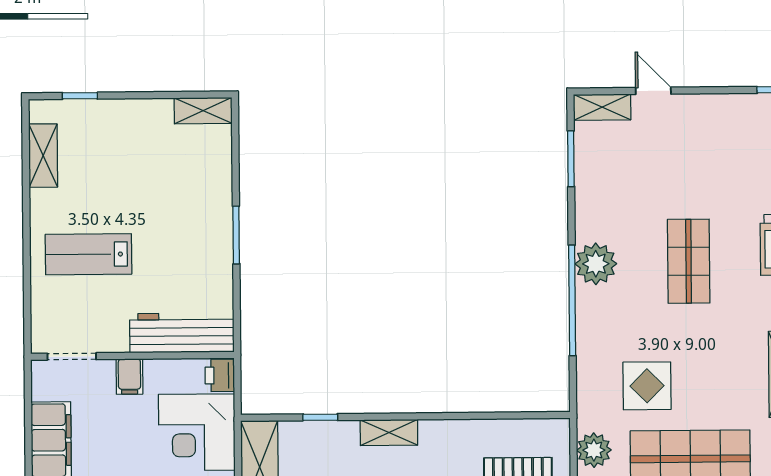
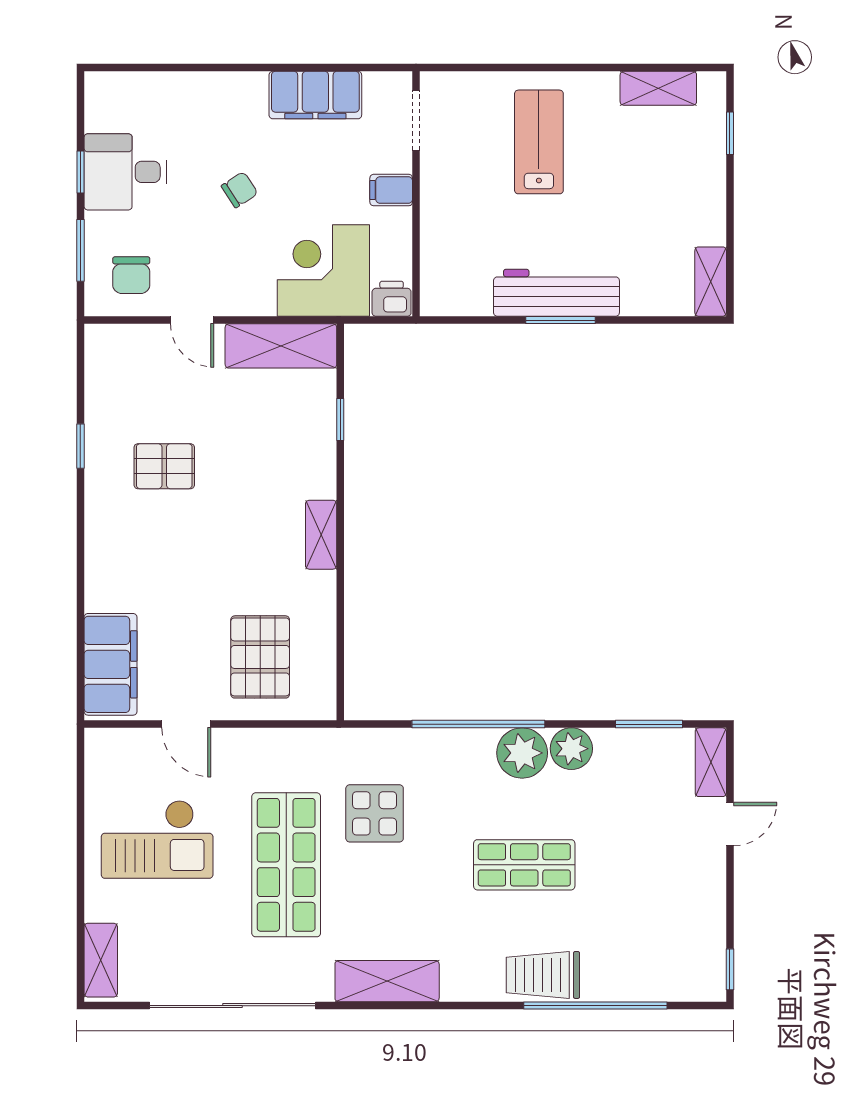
workbench: (182, 333) -> (556, 293), moved, turned -90
shelving: (389, 432) -> (321, 535), moved
plant: (594, 450) -> (571, 749), moved

